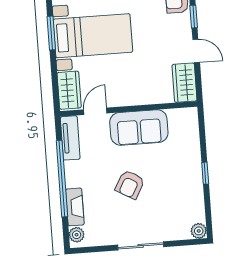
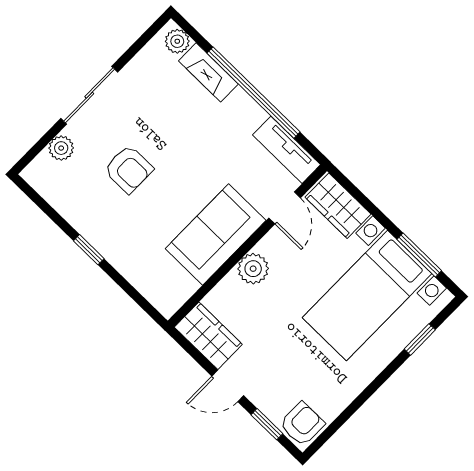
plant: (135, 96) -> (253, 269), added
armchair: (130, 185) -> (129, 169), moved, turned 151
plant: (199, 231) -> (61, 148), moved

